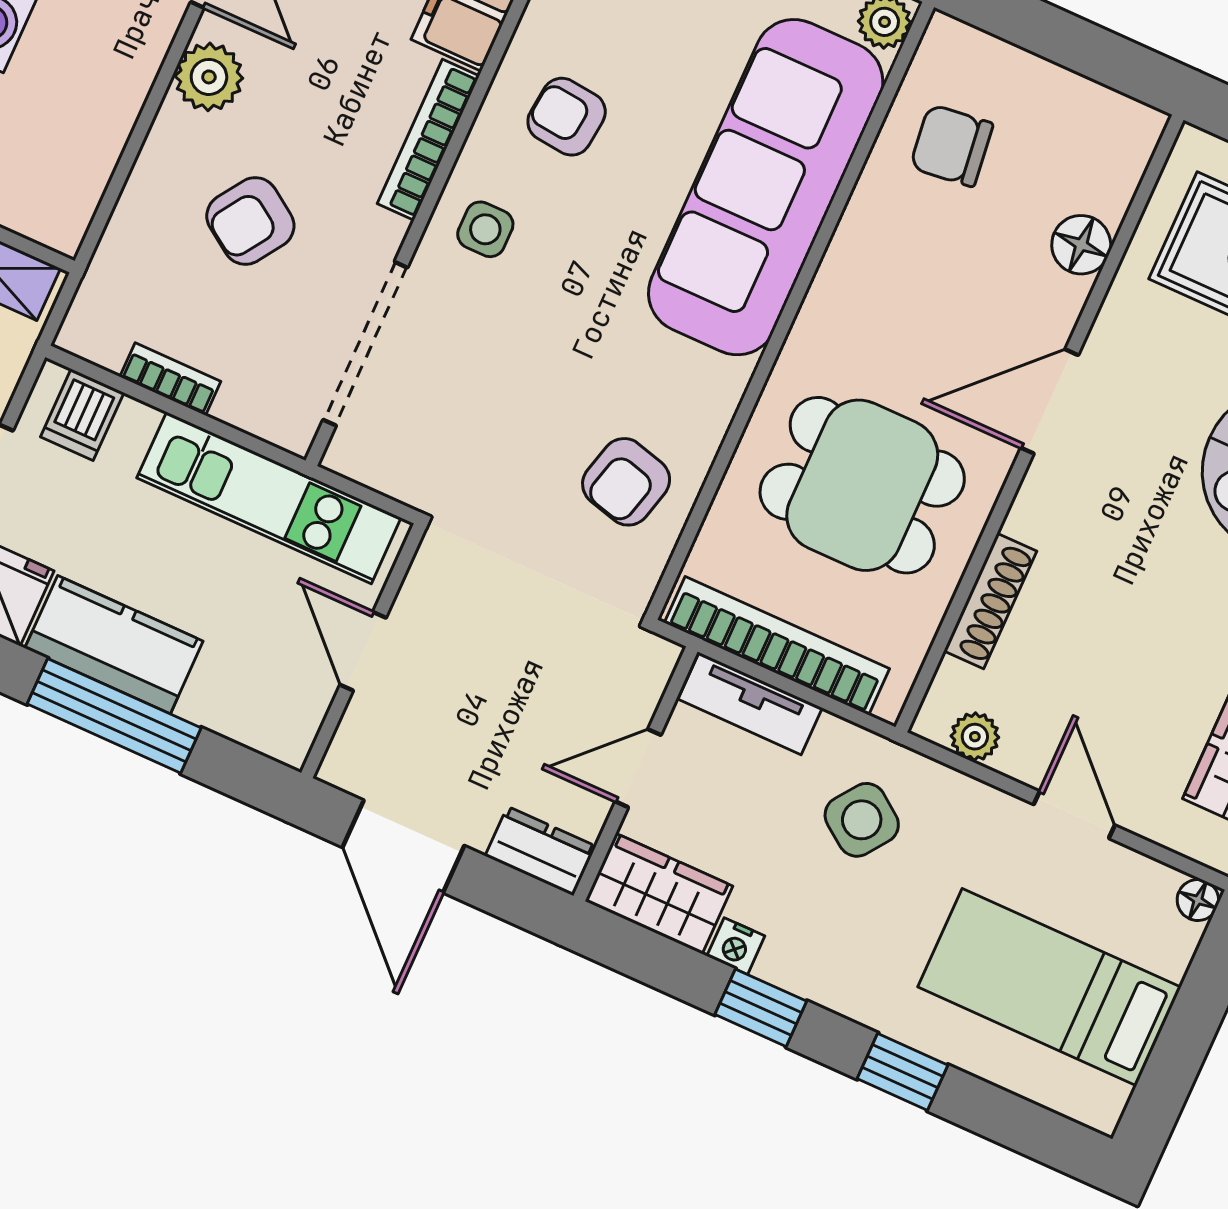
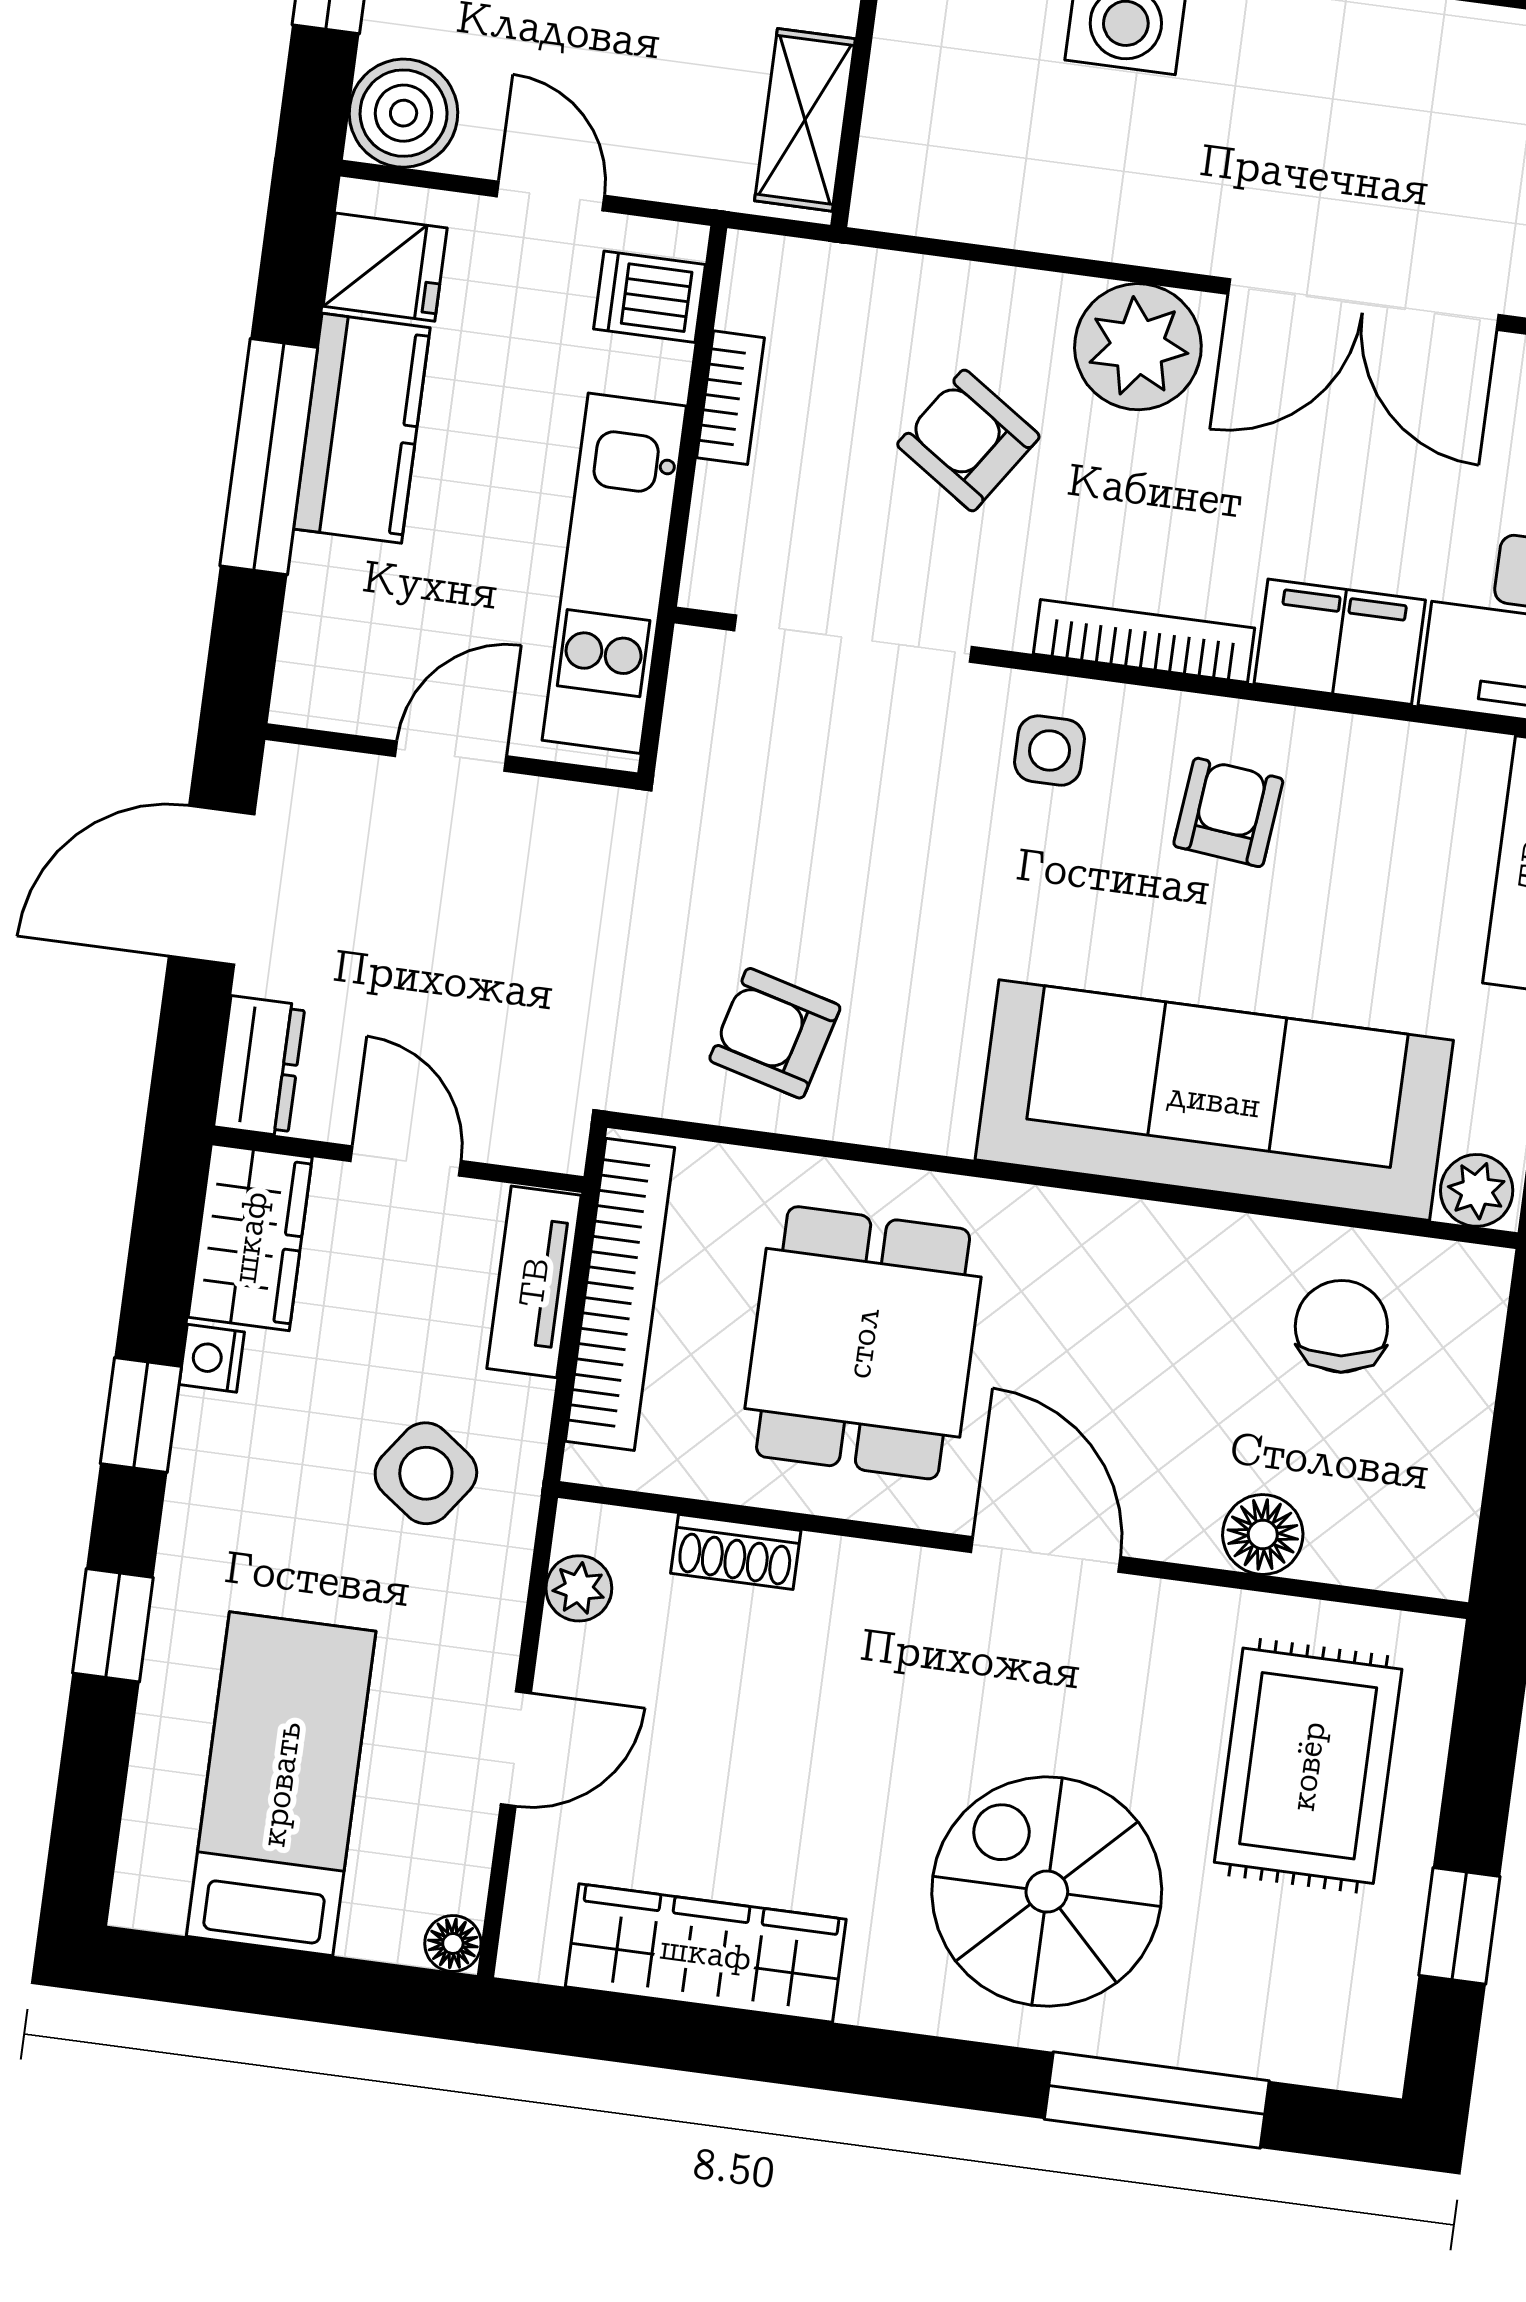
plant: (209, 77) -> (1138, 347), width x1.36, depth x1.36
shoe rack: (990, 601) -> (736, 1552), width x0.70

